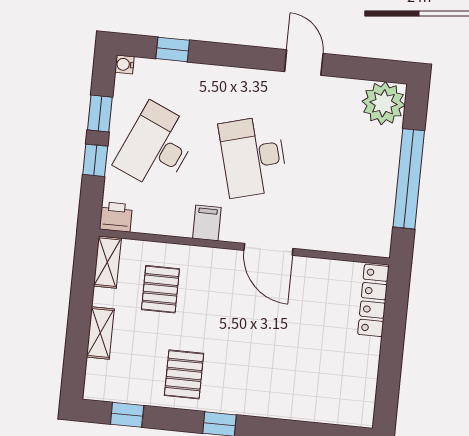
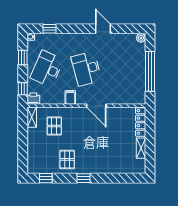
plant: (383, 103) -> (141, 38), width x0.53, depth x0.53
window: (95, 160) -> (23, 89), moved
shelving: (100, 333) -> (141, 148), moved

